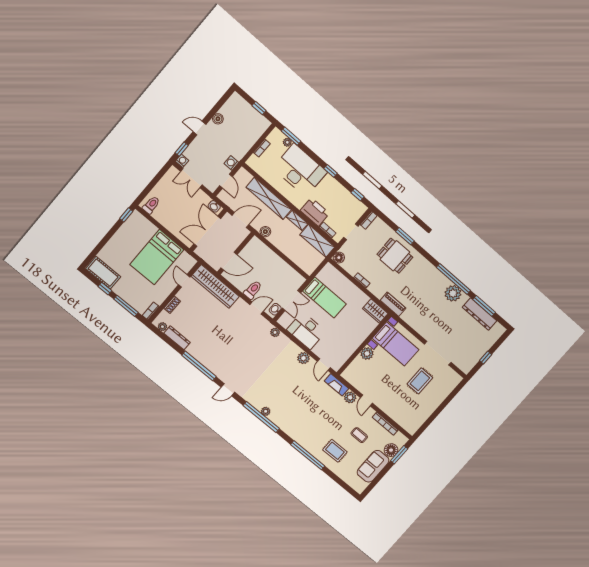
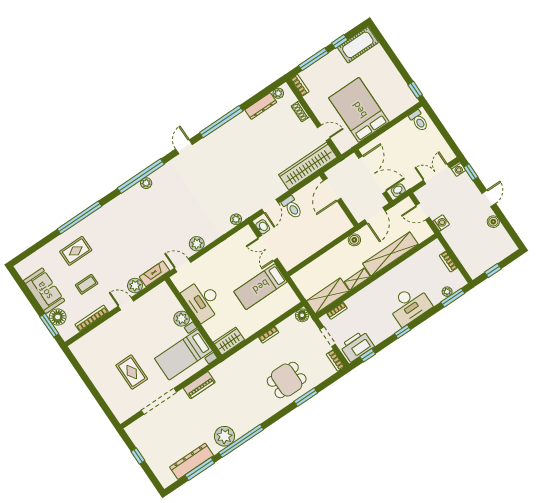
desk: (300, 170) -> (409, 305), width x0.73, depth x0.77
printer: (315, 212) -> (357, 346), moved, turned 180
piano: (393, 304) -> (199, 385), moved
desk: (306, 331) -> (203, 300), moved, turned -90

